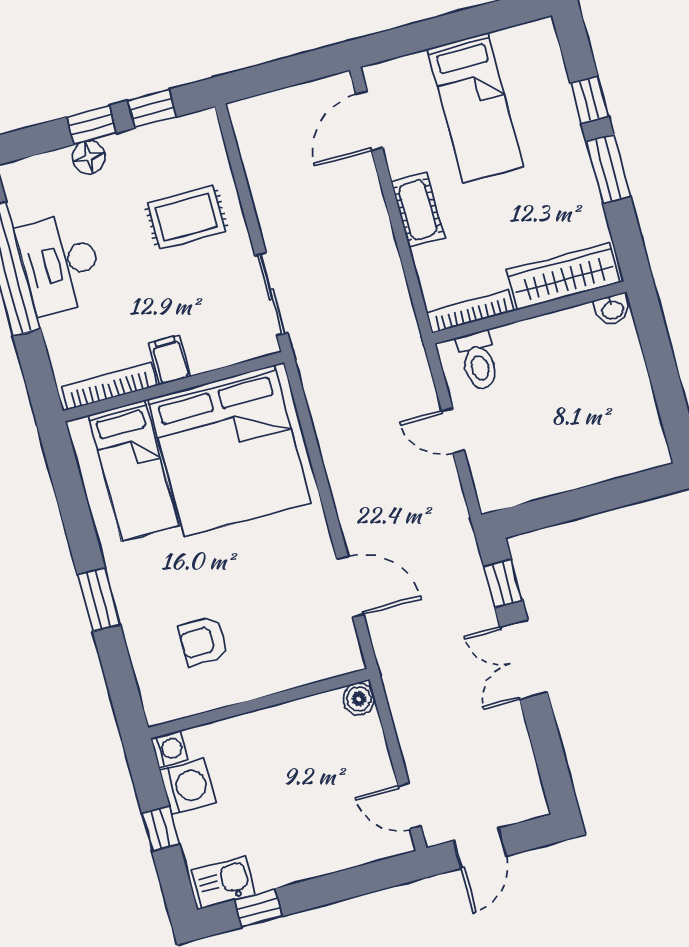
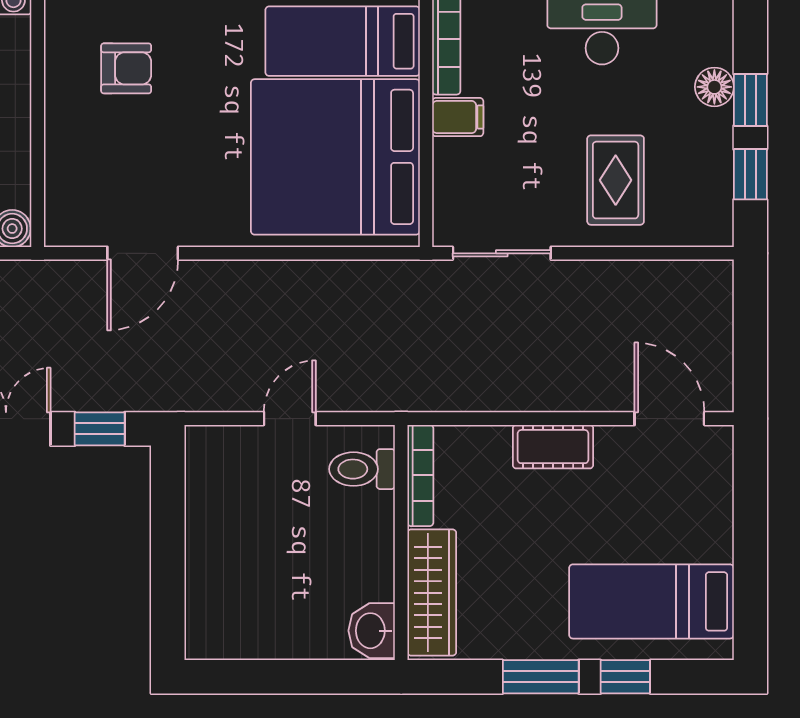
bed: (475, 108) -> (651, 601), moved
washbasin: (612, 309) -> (372, 631), width x1.38, depth x1.45
armchair: (203, 641) -> (126, 68), turned 90

